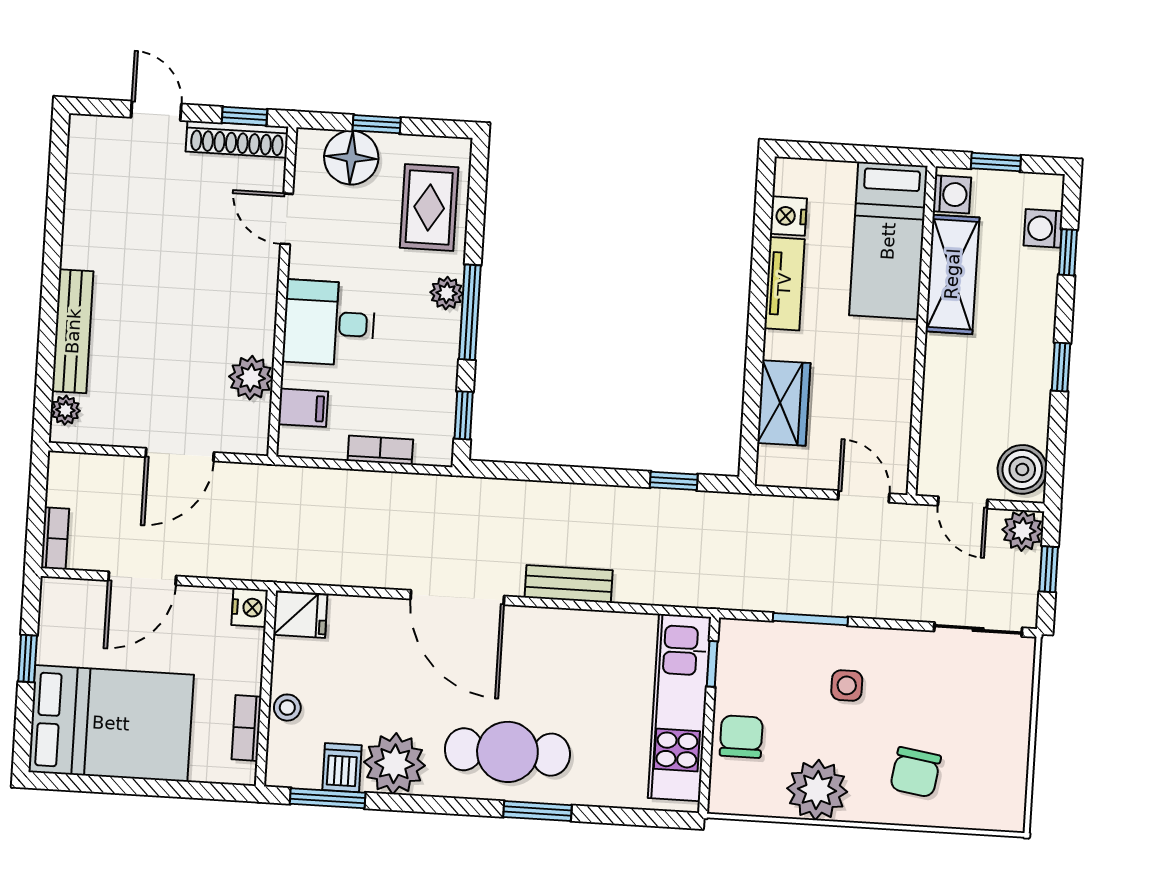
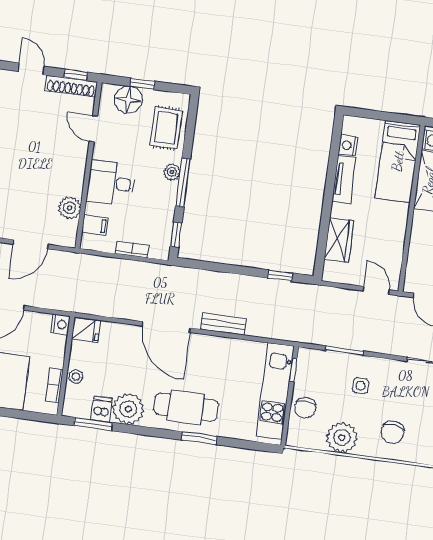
chair: (741, 737) -> (305, 408), turned 180

